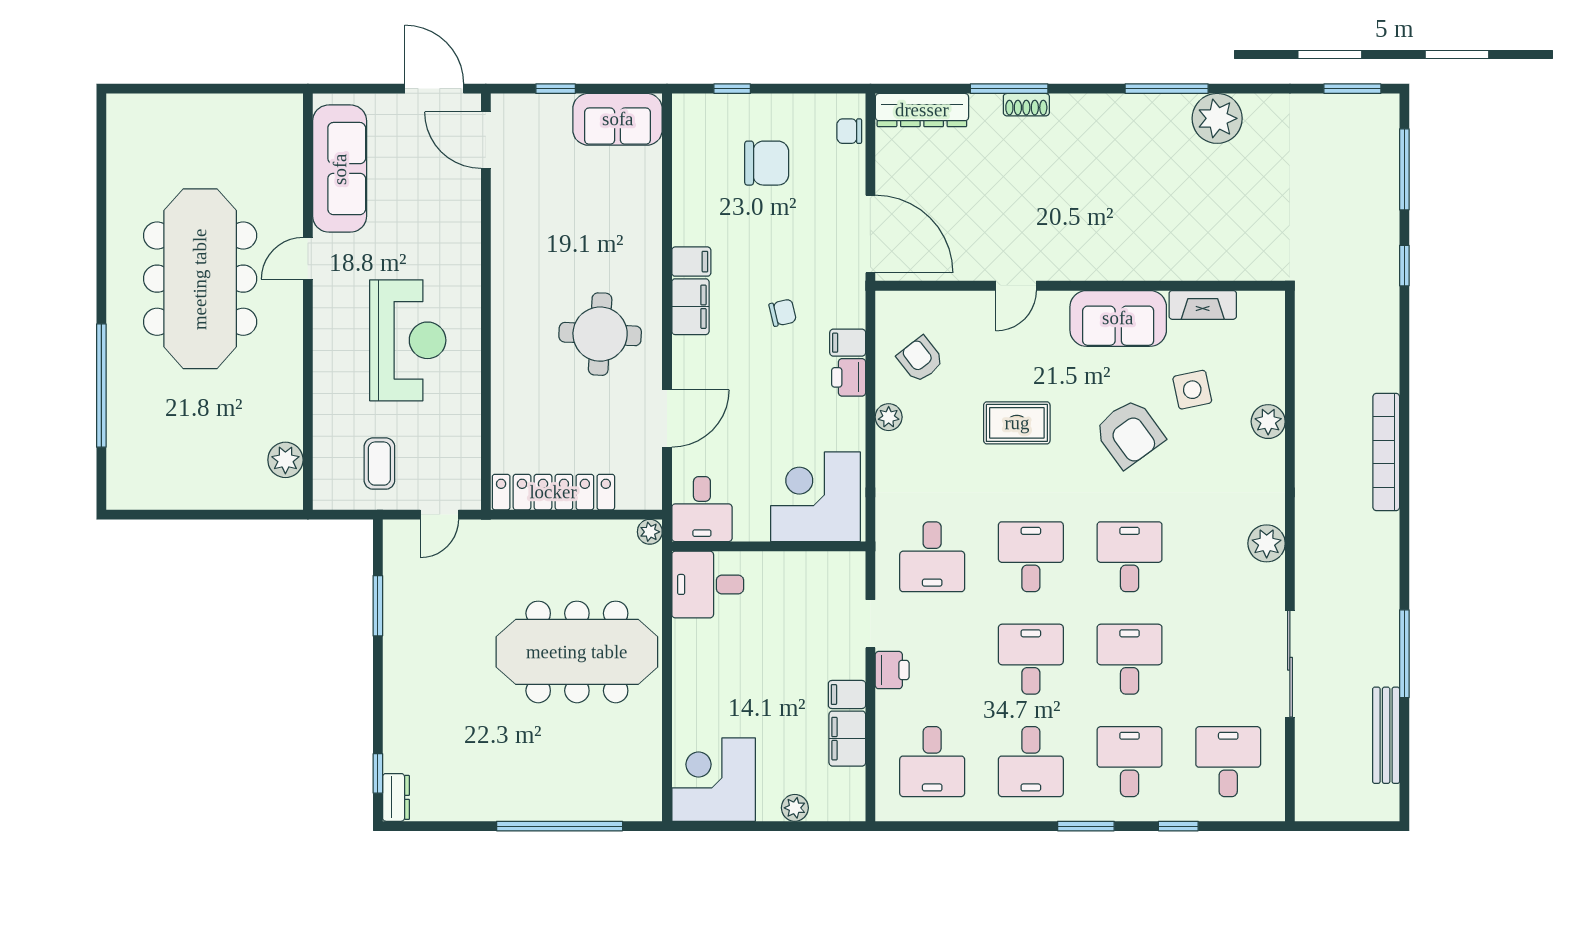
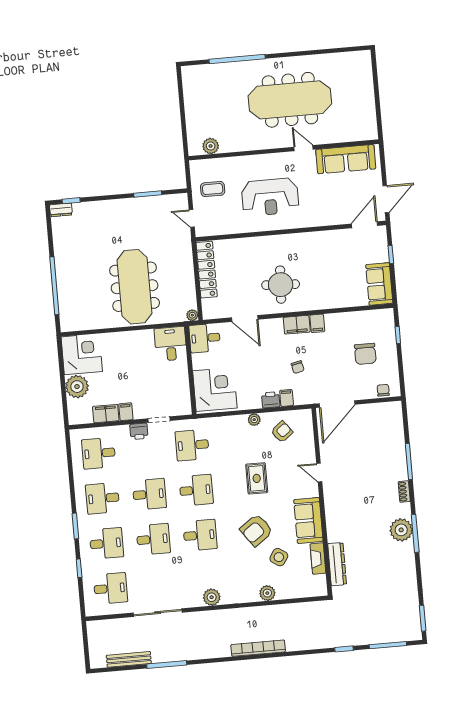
shoe rack: (1026, 105) -> (404, 492), moved
dresser: (922, 110) -> (337, 564), moved, turned 180
plant: (1217, 118) -> (401, 530), moved
side table: (1192, 390) -> (279, 557), turned 45
plant: (795, 808) -> (77, 387), width x1.88, depth x1.88

